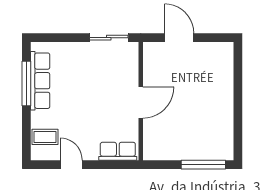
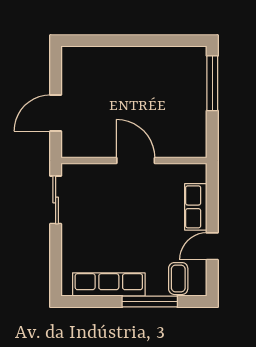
window: (26, 84) -> (150, 302), moved
row of seats: (118, 151) -> (196, 207), moved

